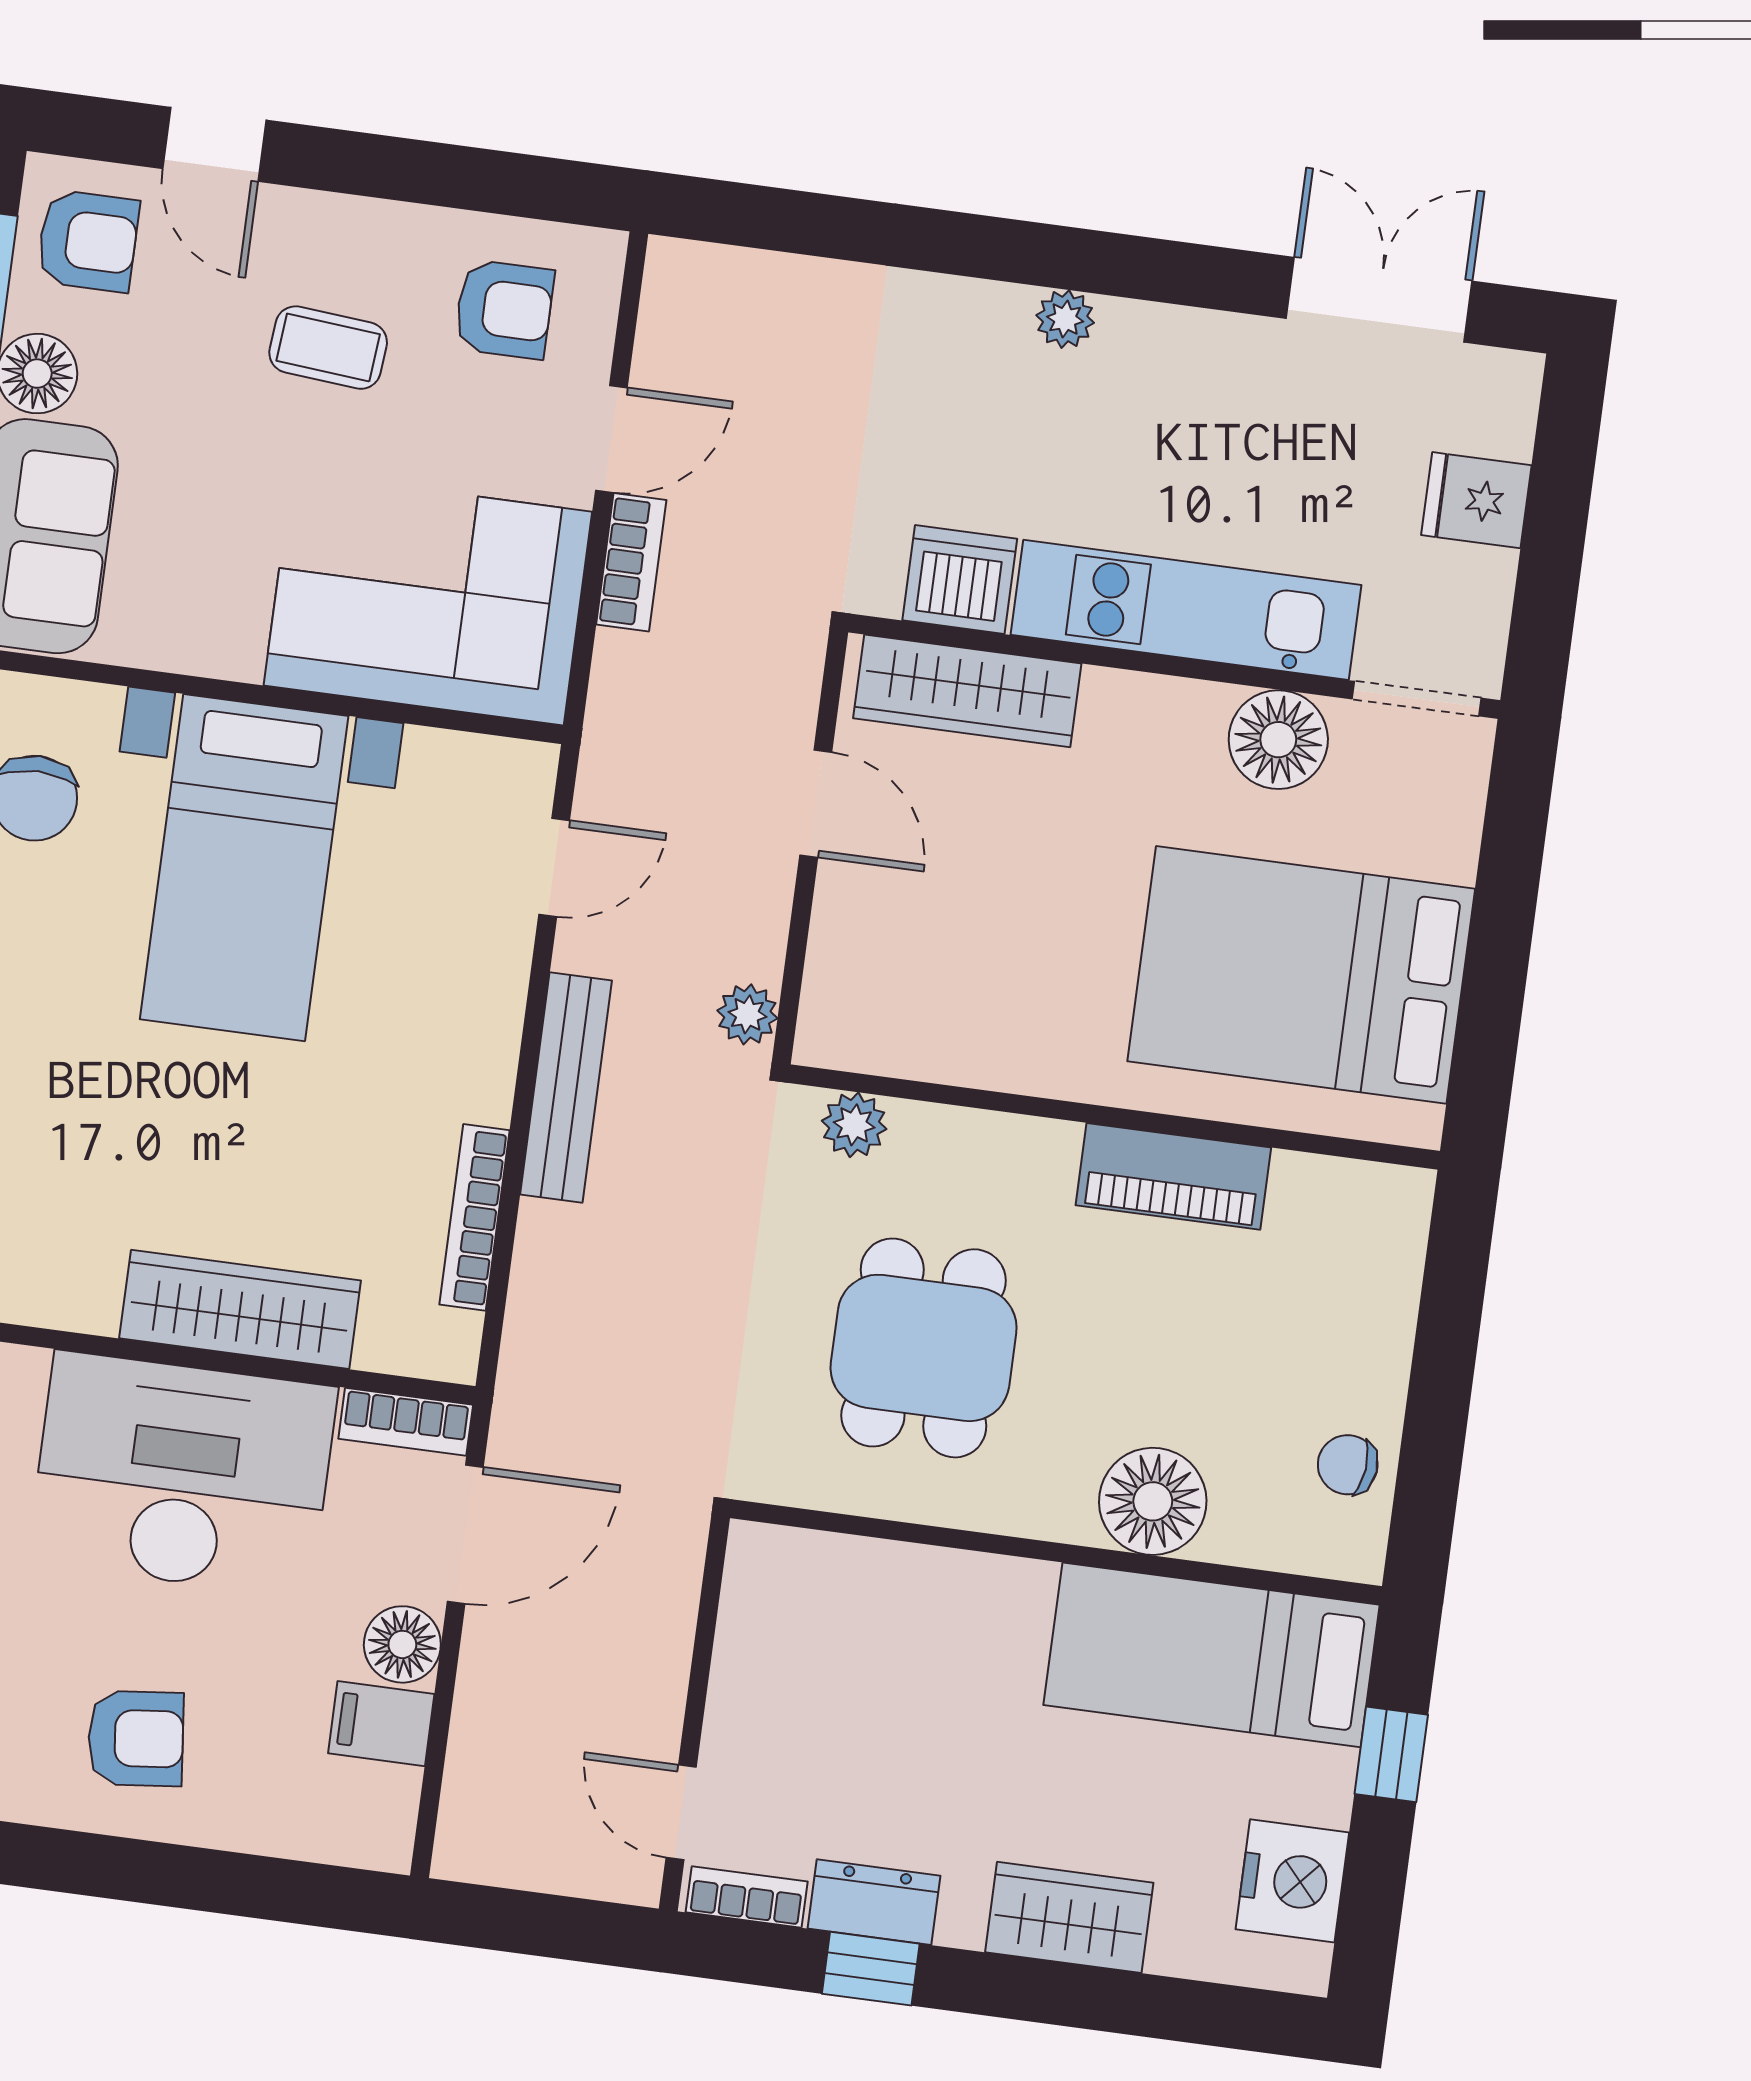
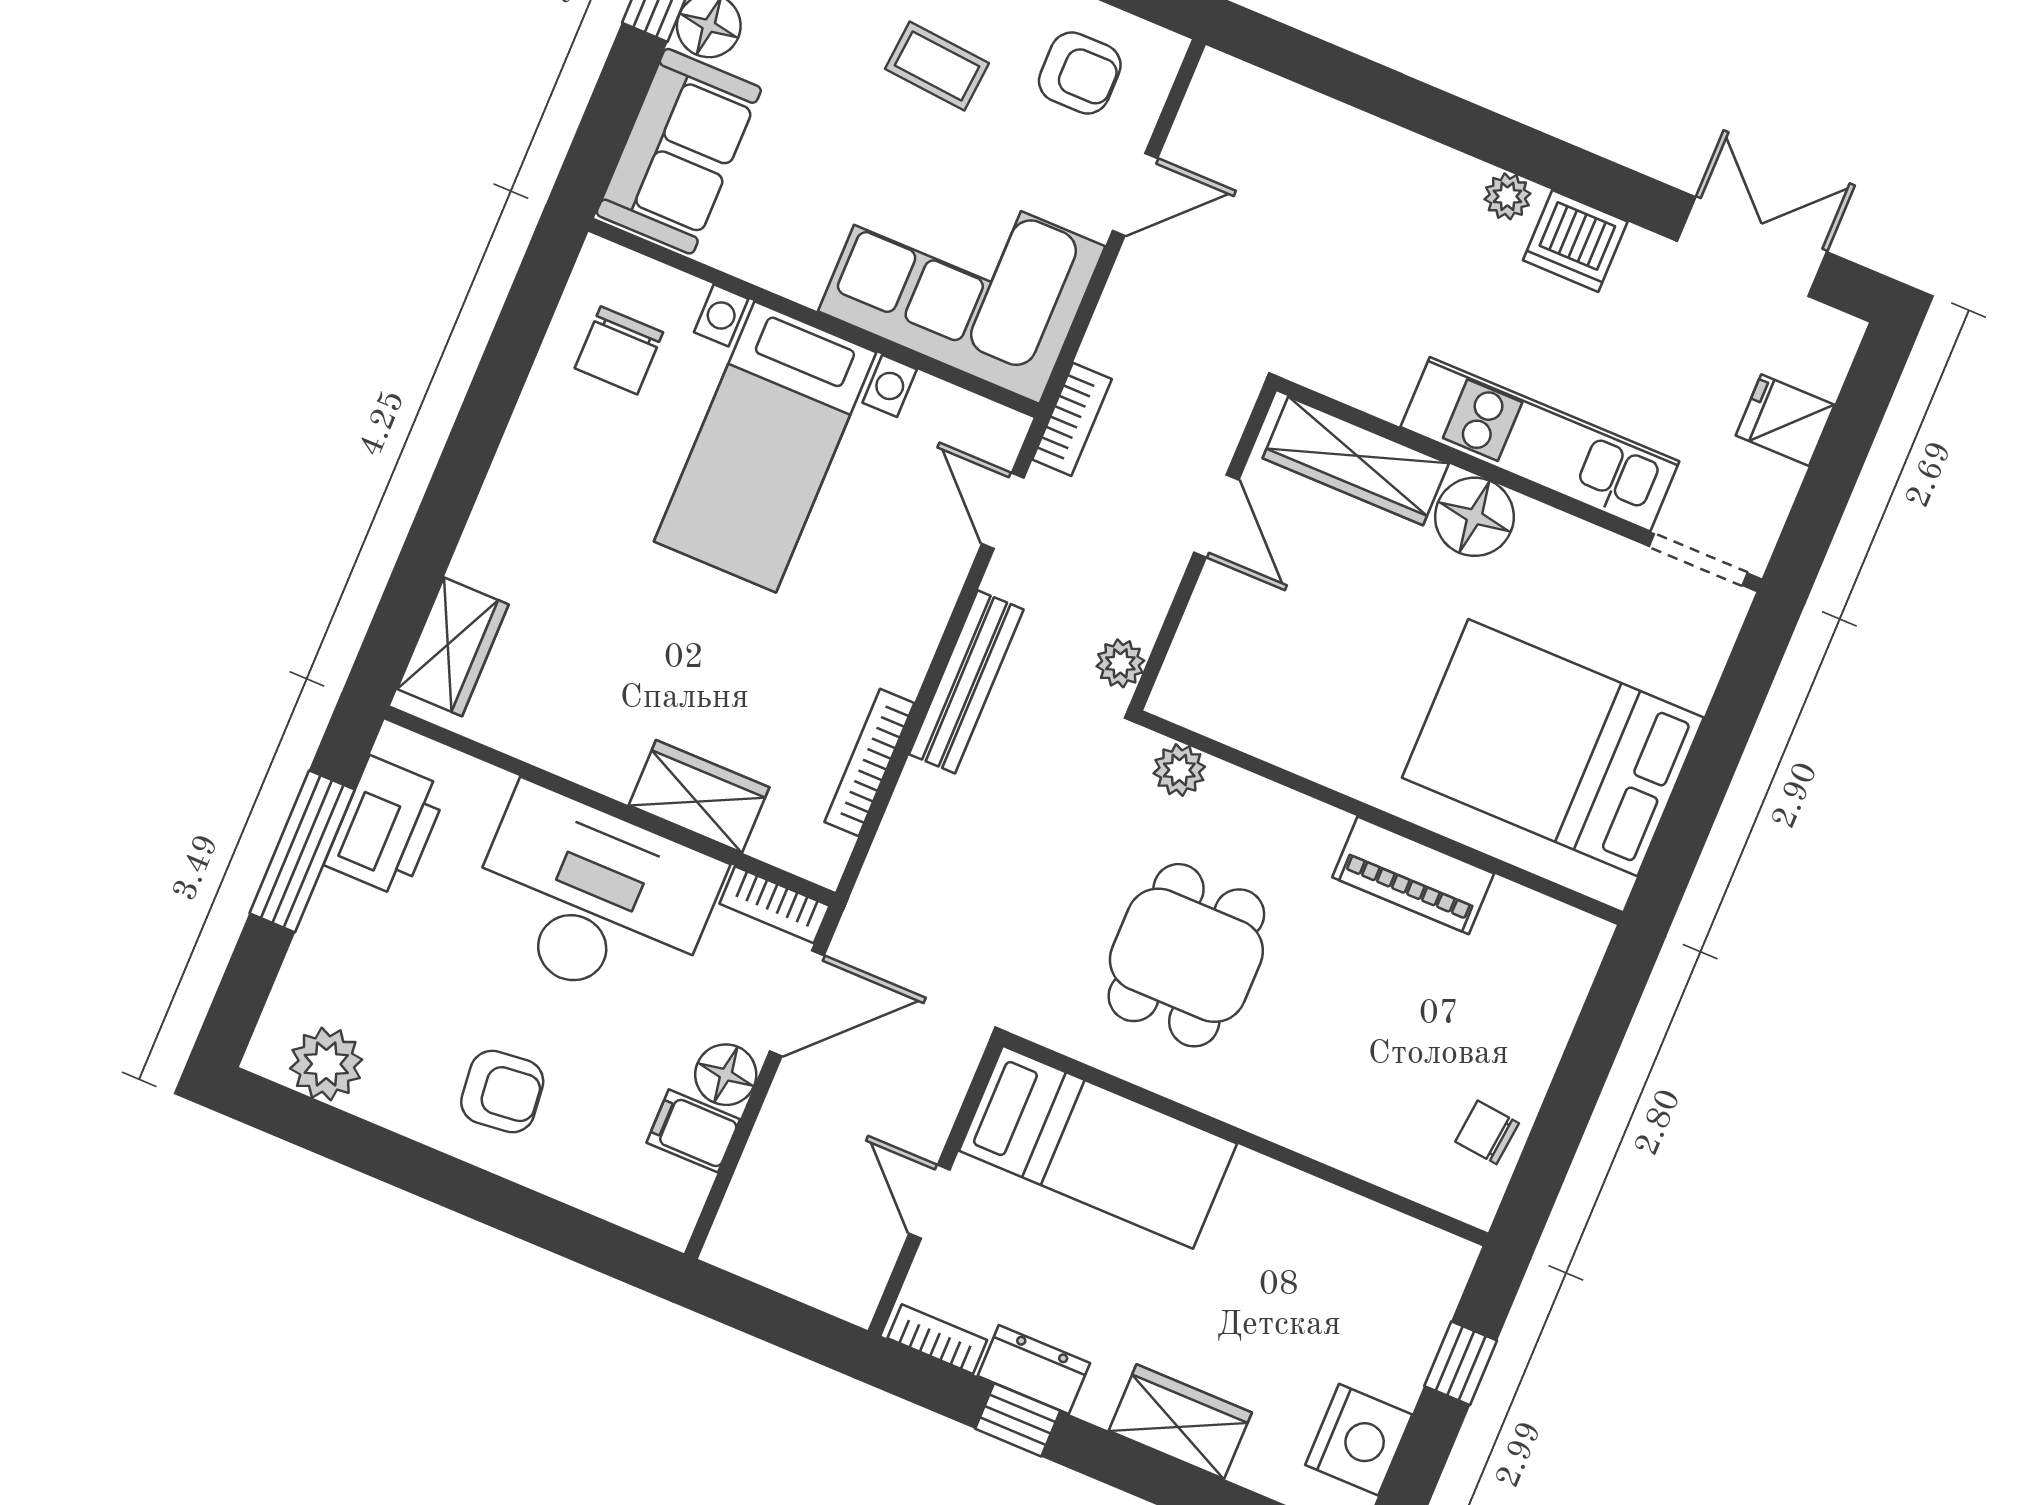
bookcase: (631, 562) -> (1072, 419), moved
dishwasher: (960, 580) -> (1575, 241), moved, turned 180
floor lamp: (1278, 740) -> (1474, 517), moved
door: (554, 867) -> (1003, 511), swing flipped
wardrobe: (240, 1309) -> (699, 796), width x0.67
floor lamp: (1153, 1501) -> (1330, 1120), removed
bed: (1212, 1655) -> (1098, 1147), moved, turned 180
door: (681, 1812) -> (929, 1202), moved

